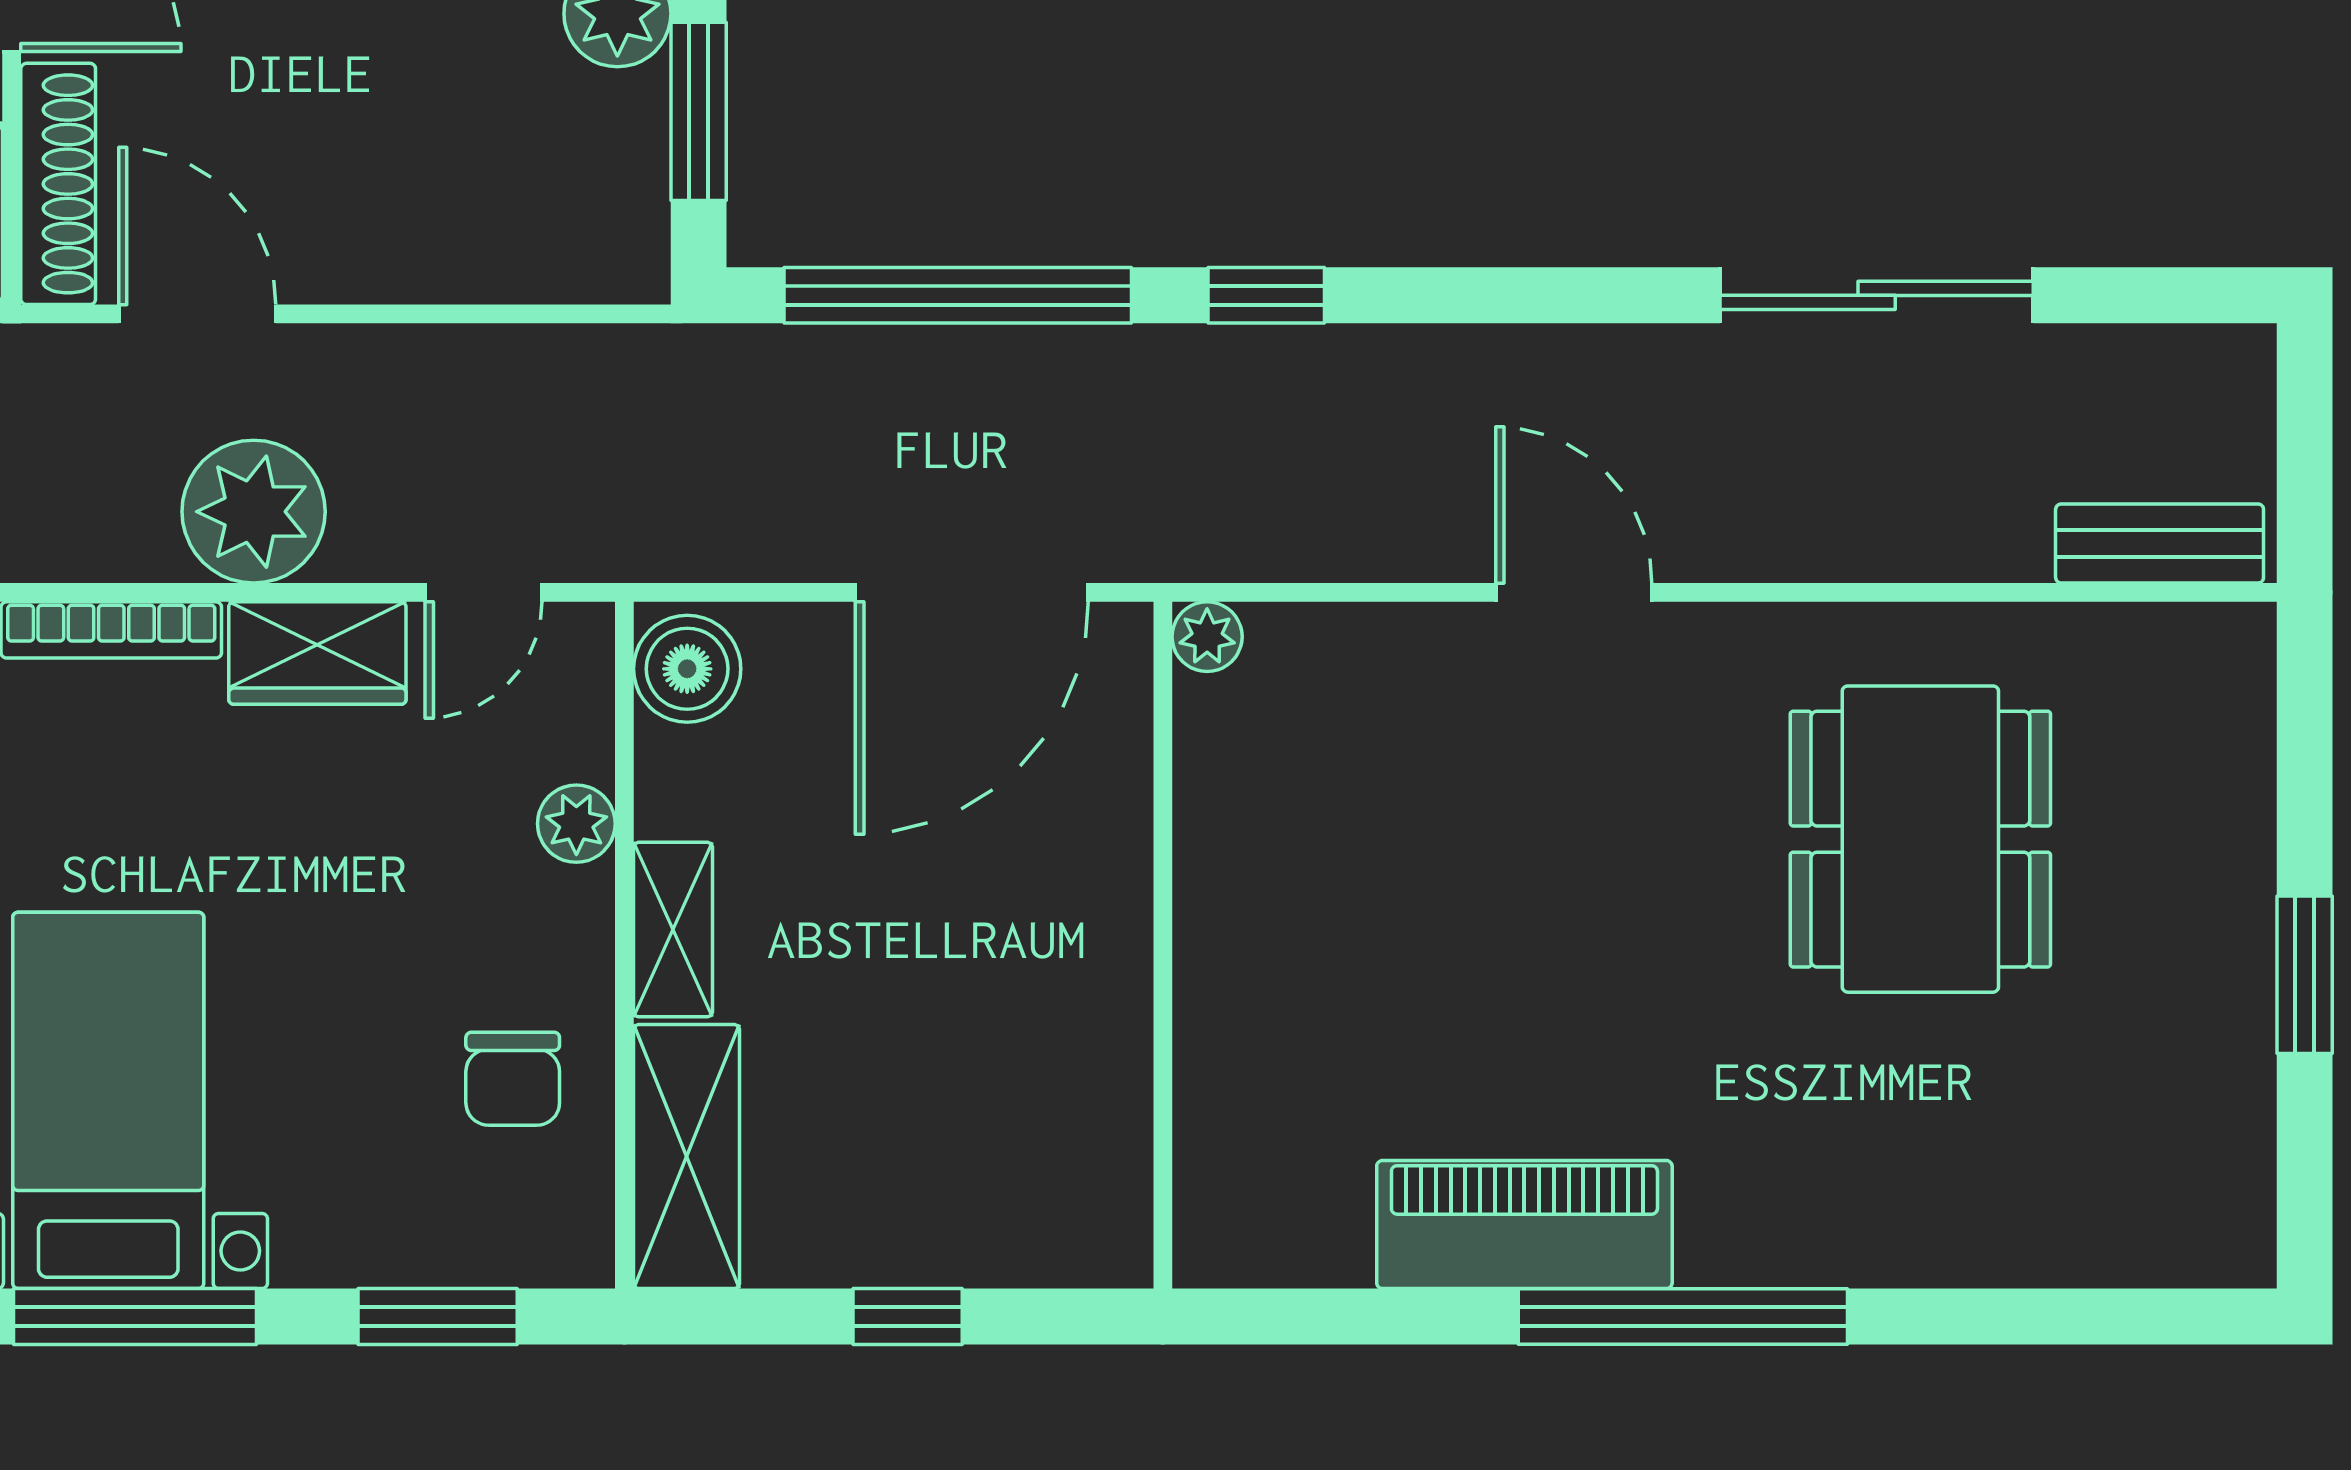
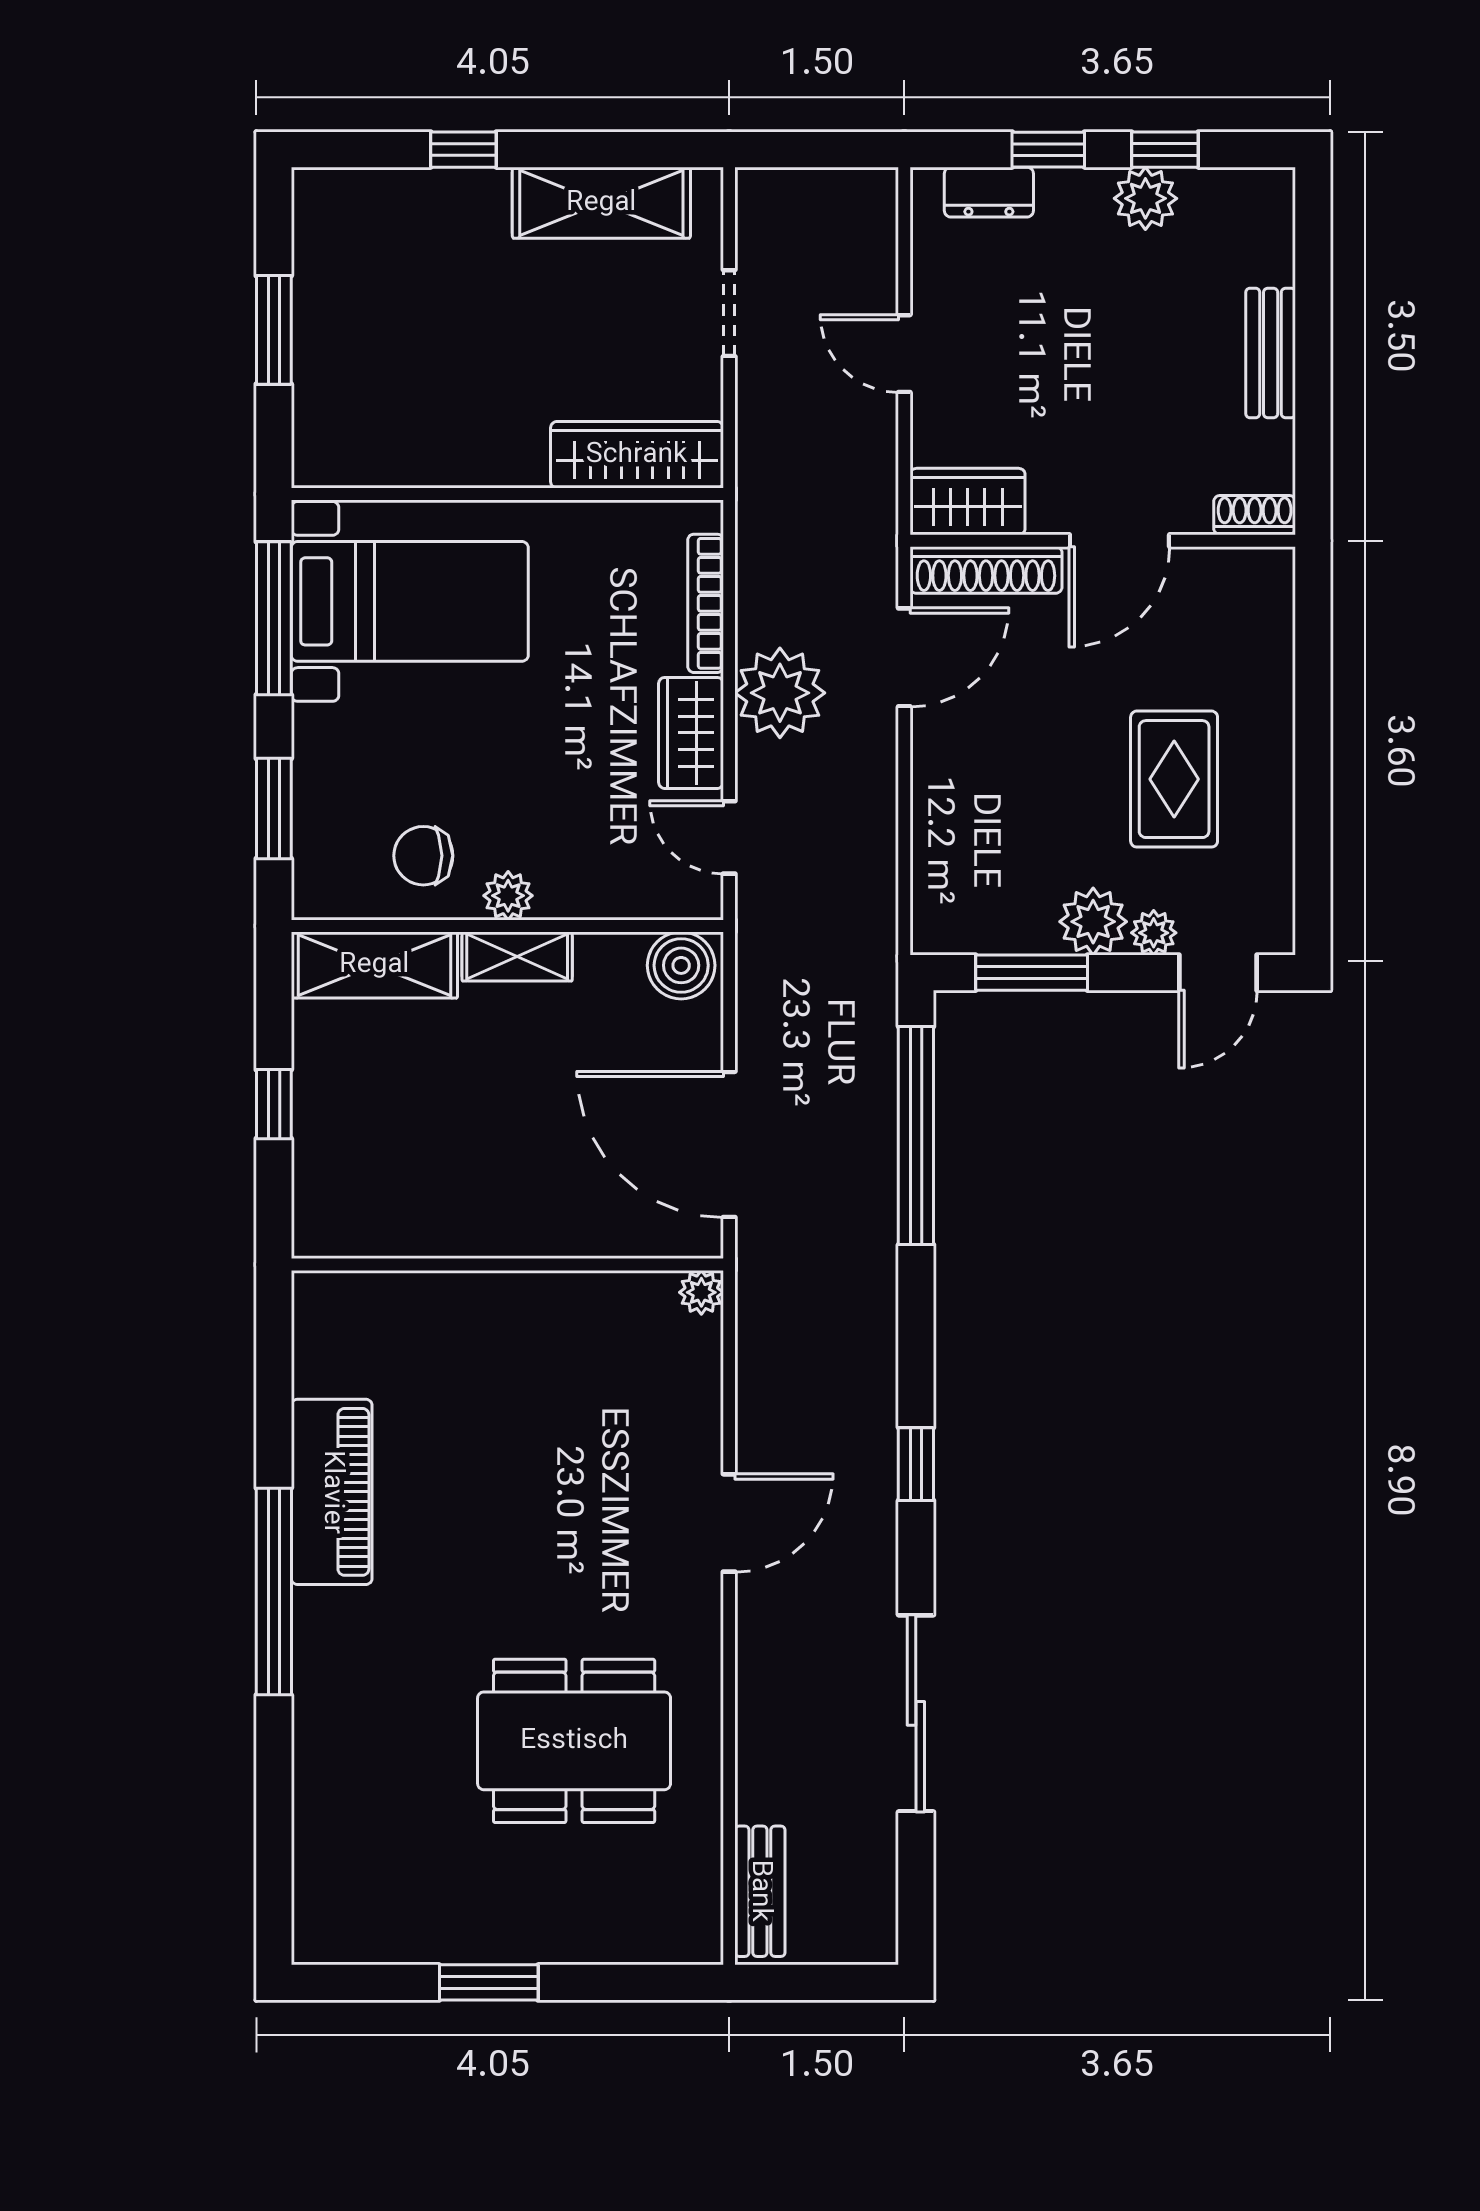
window: (1266, 295) -> (916, 1464), moved
plant: (576, 824) -> (508, 896), moved

